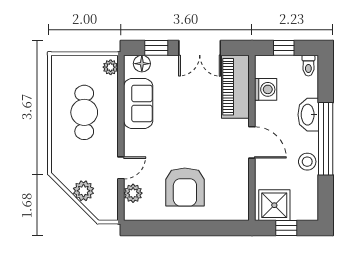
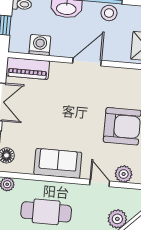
piano: (235, 87) -> (28, 68), width x0.73, depth x0.75
sofa: (138, 103) -> (58, 163), moved

